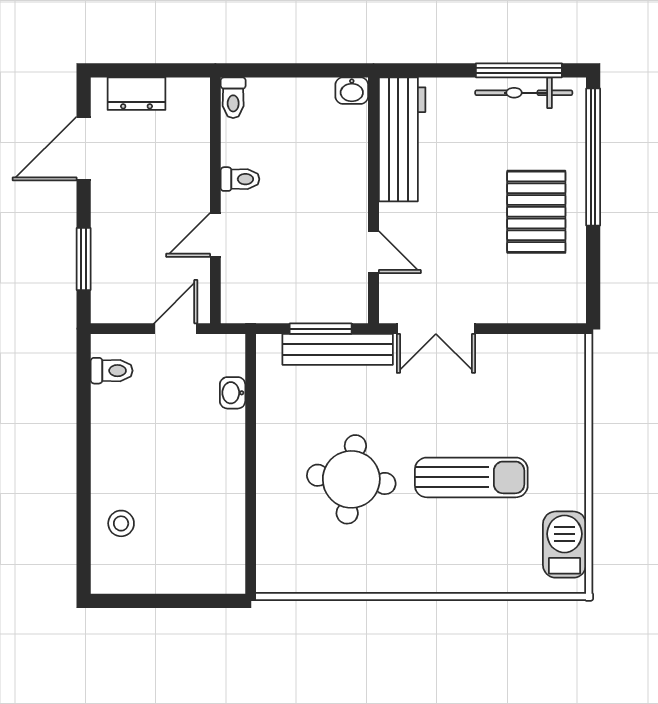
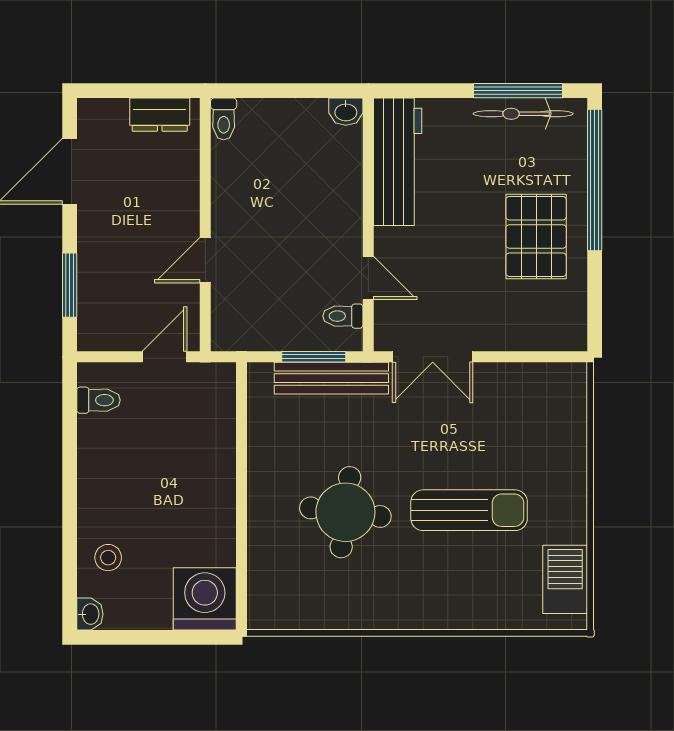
dresser: (136, 94) -> (160, 115), moved
toilet: (240, 179) -> (343, 316), moved, turned 180
washbasin: (233, 393) -> (90, 614), moved, turned 180
washing machine: (215, 564) -> (205, 599), added

